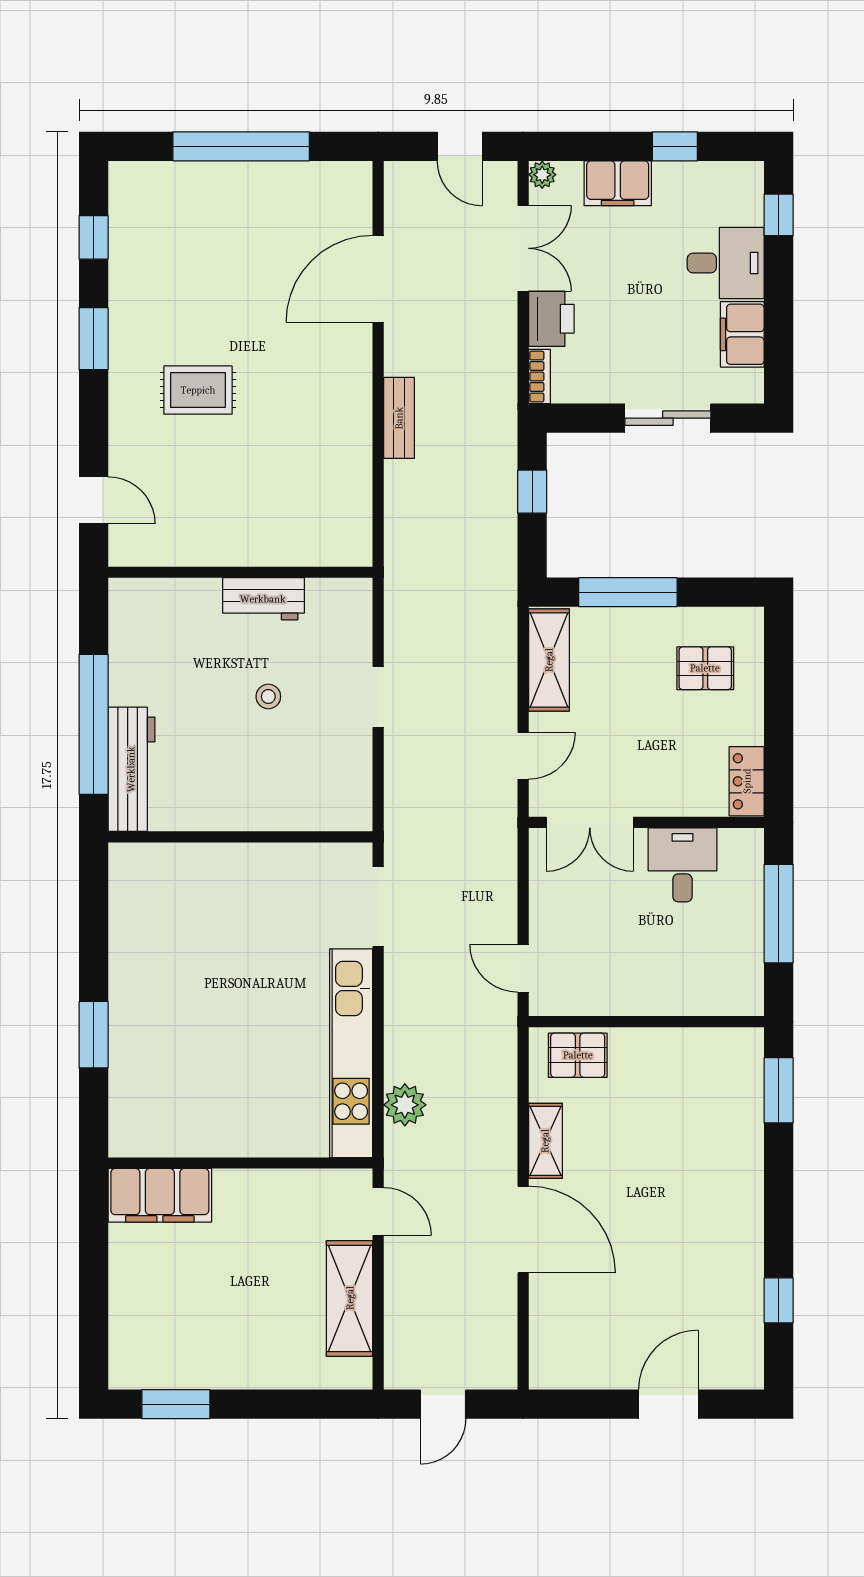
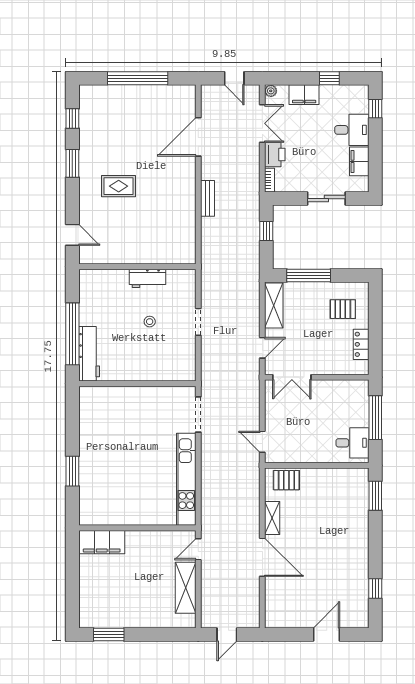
locker: (747, 781) -> (361, 344), moved
desk: (682, 865) -> (352, 443), moved, turned 90
plant: (405, 1105) -> (210, 502), removed
door: (378, 1212) -> (198, 549), swing flipped

